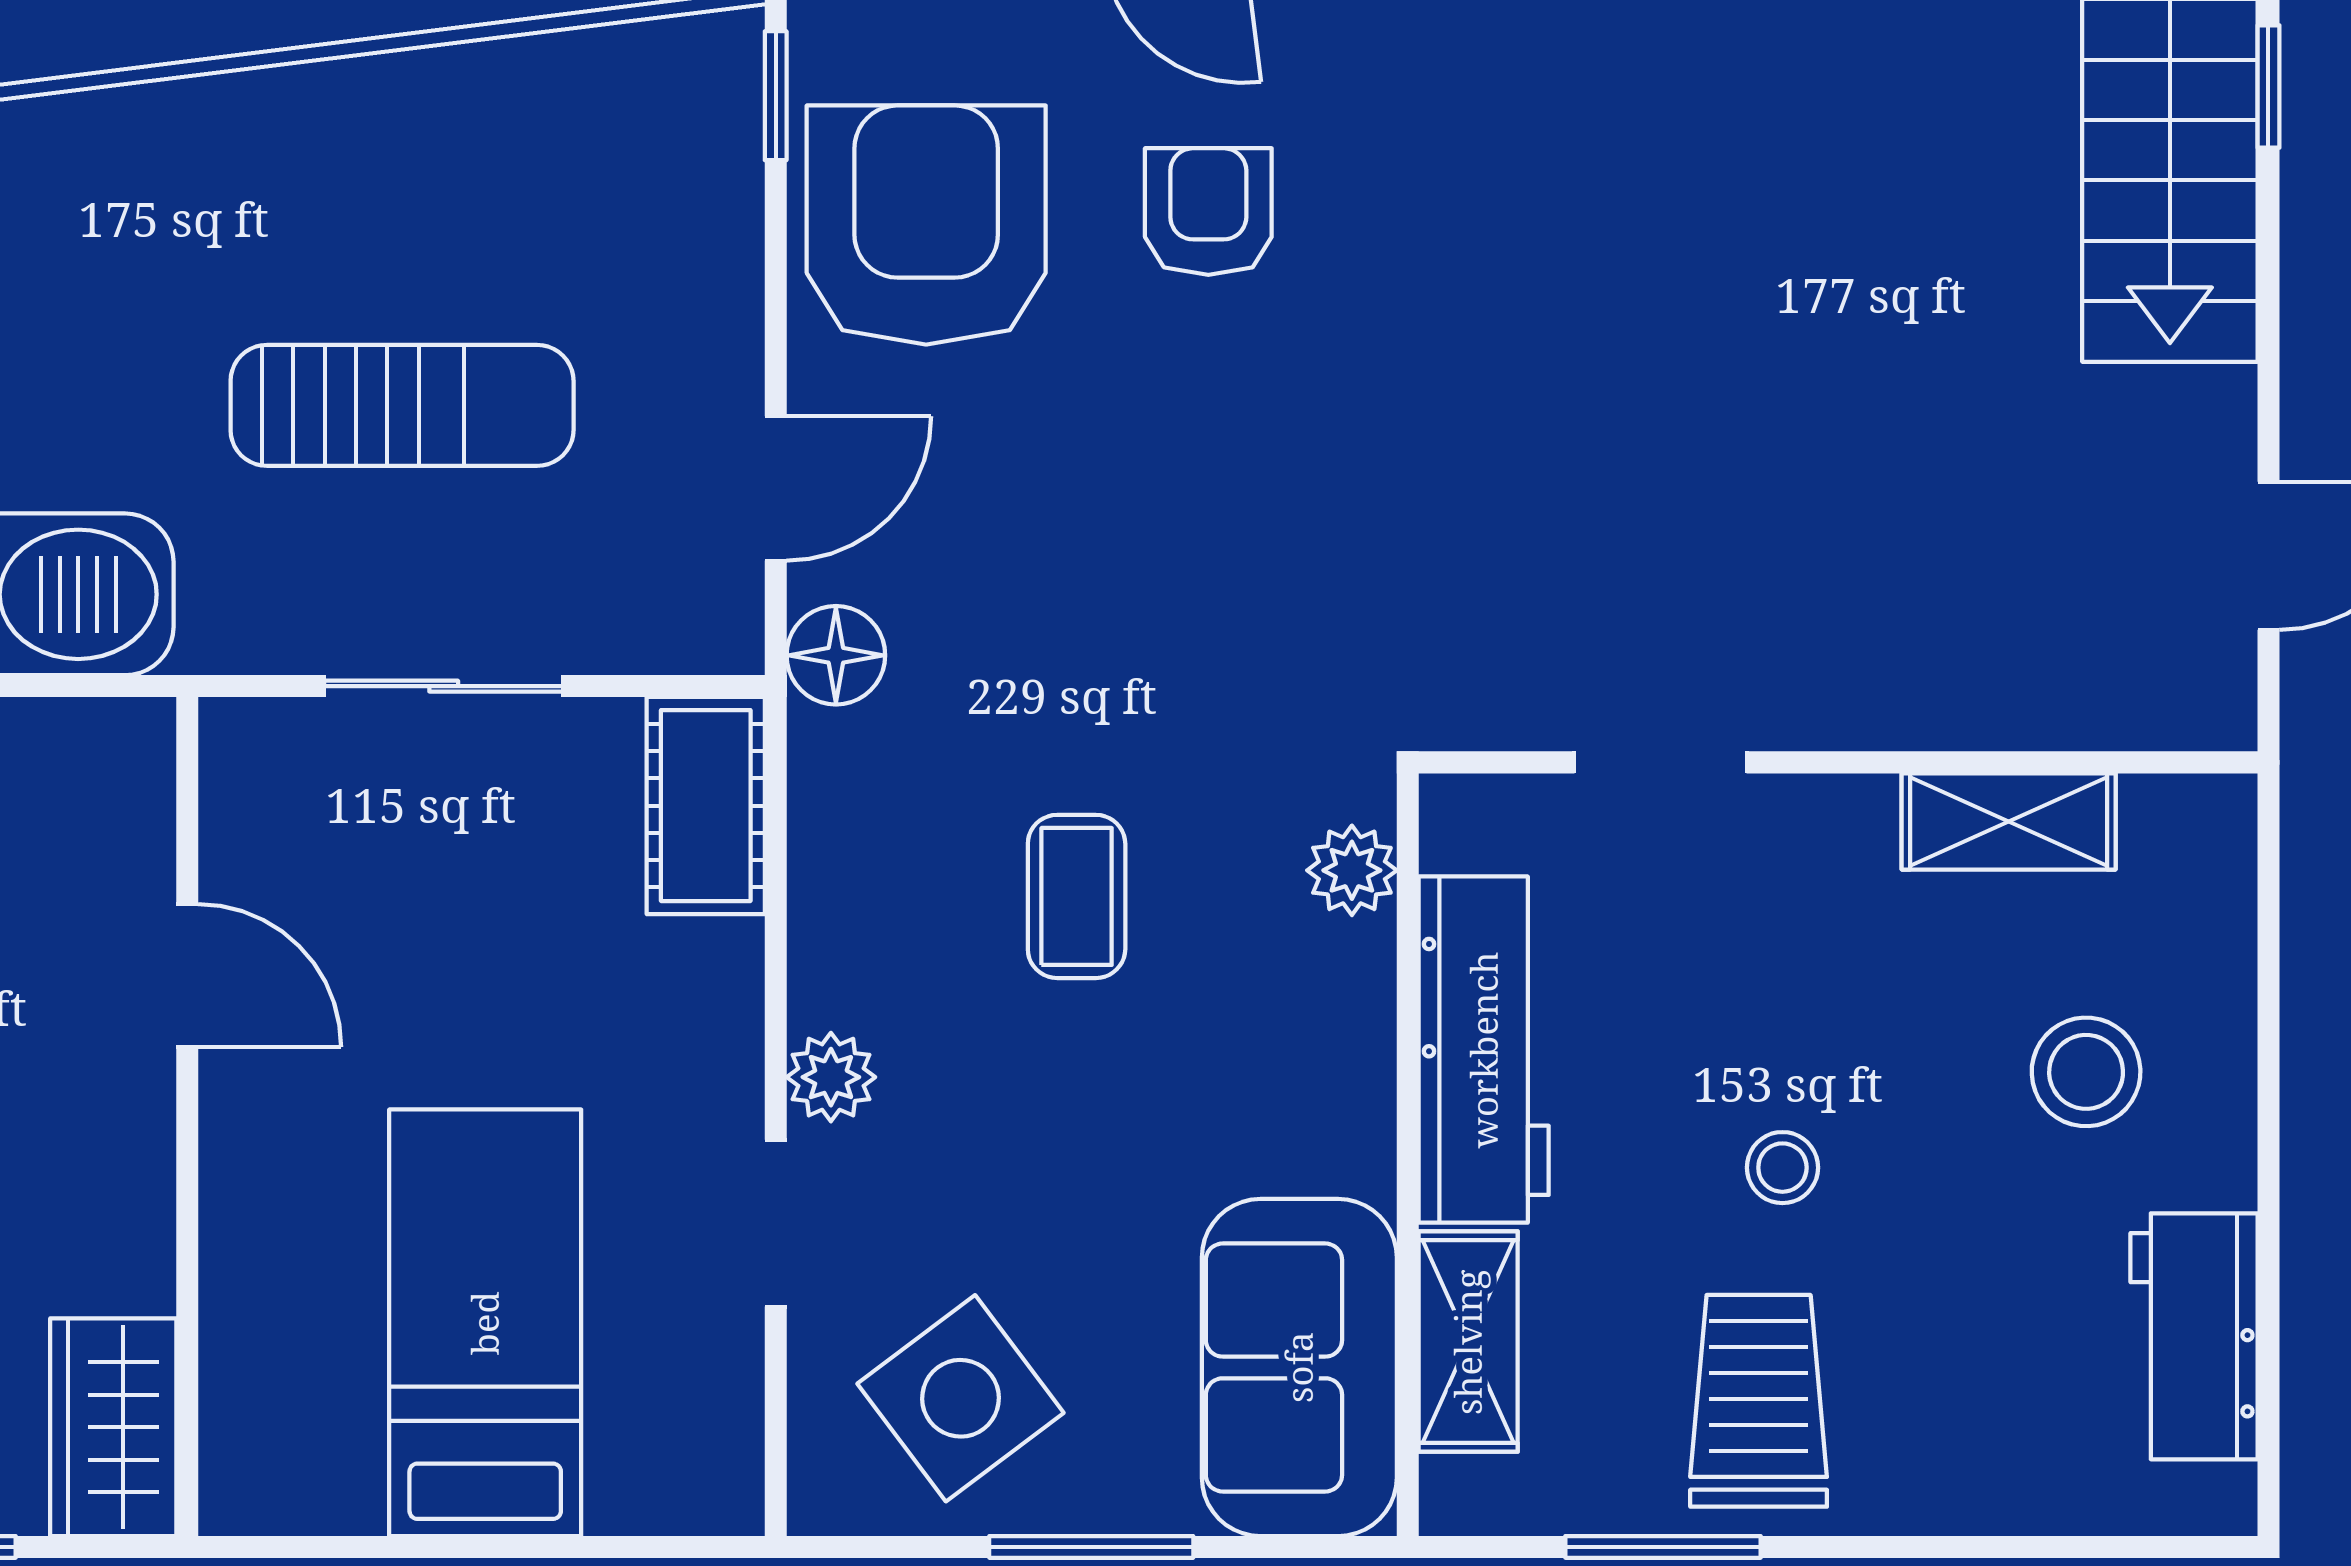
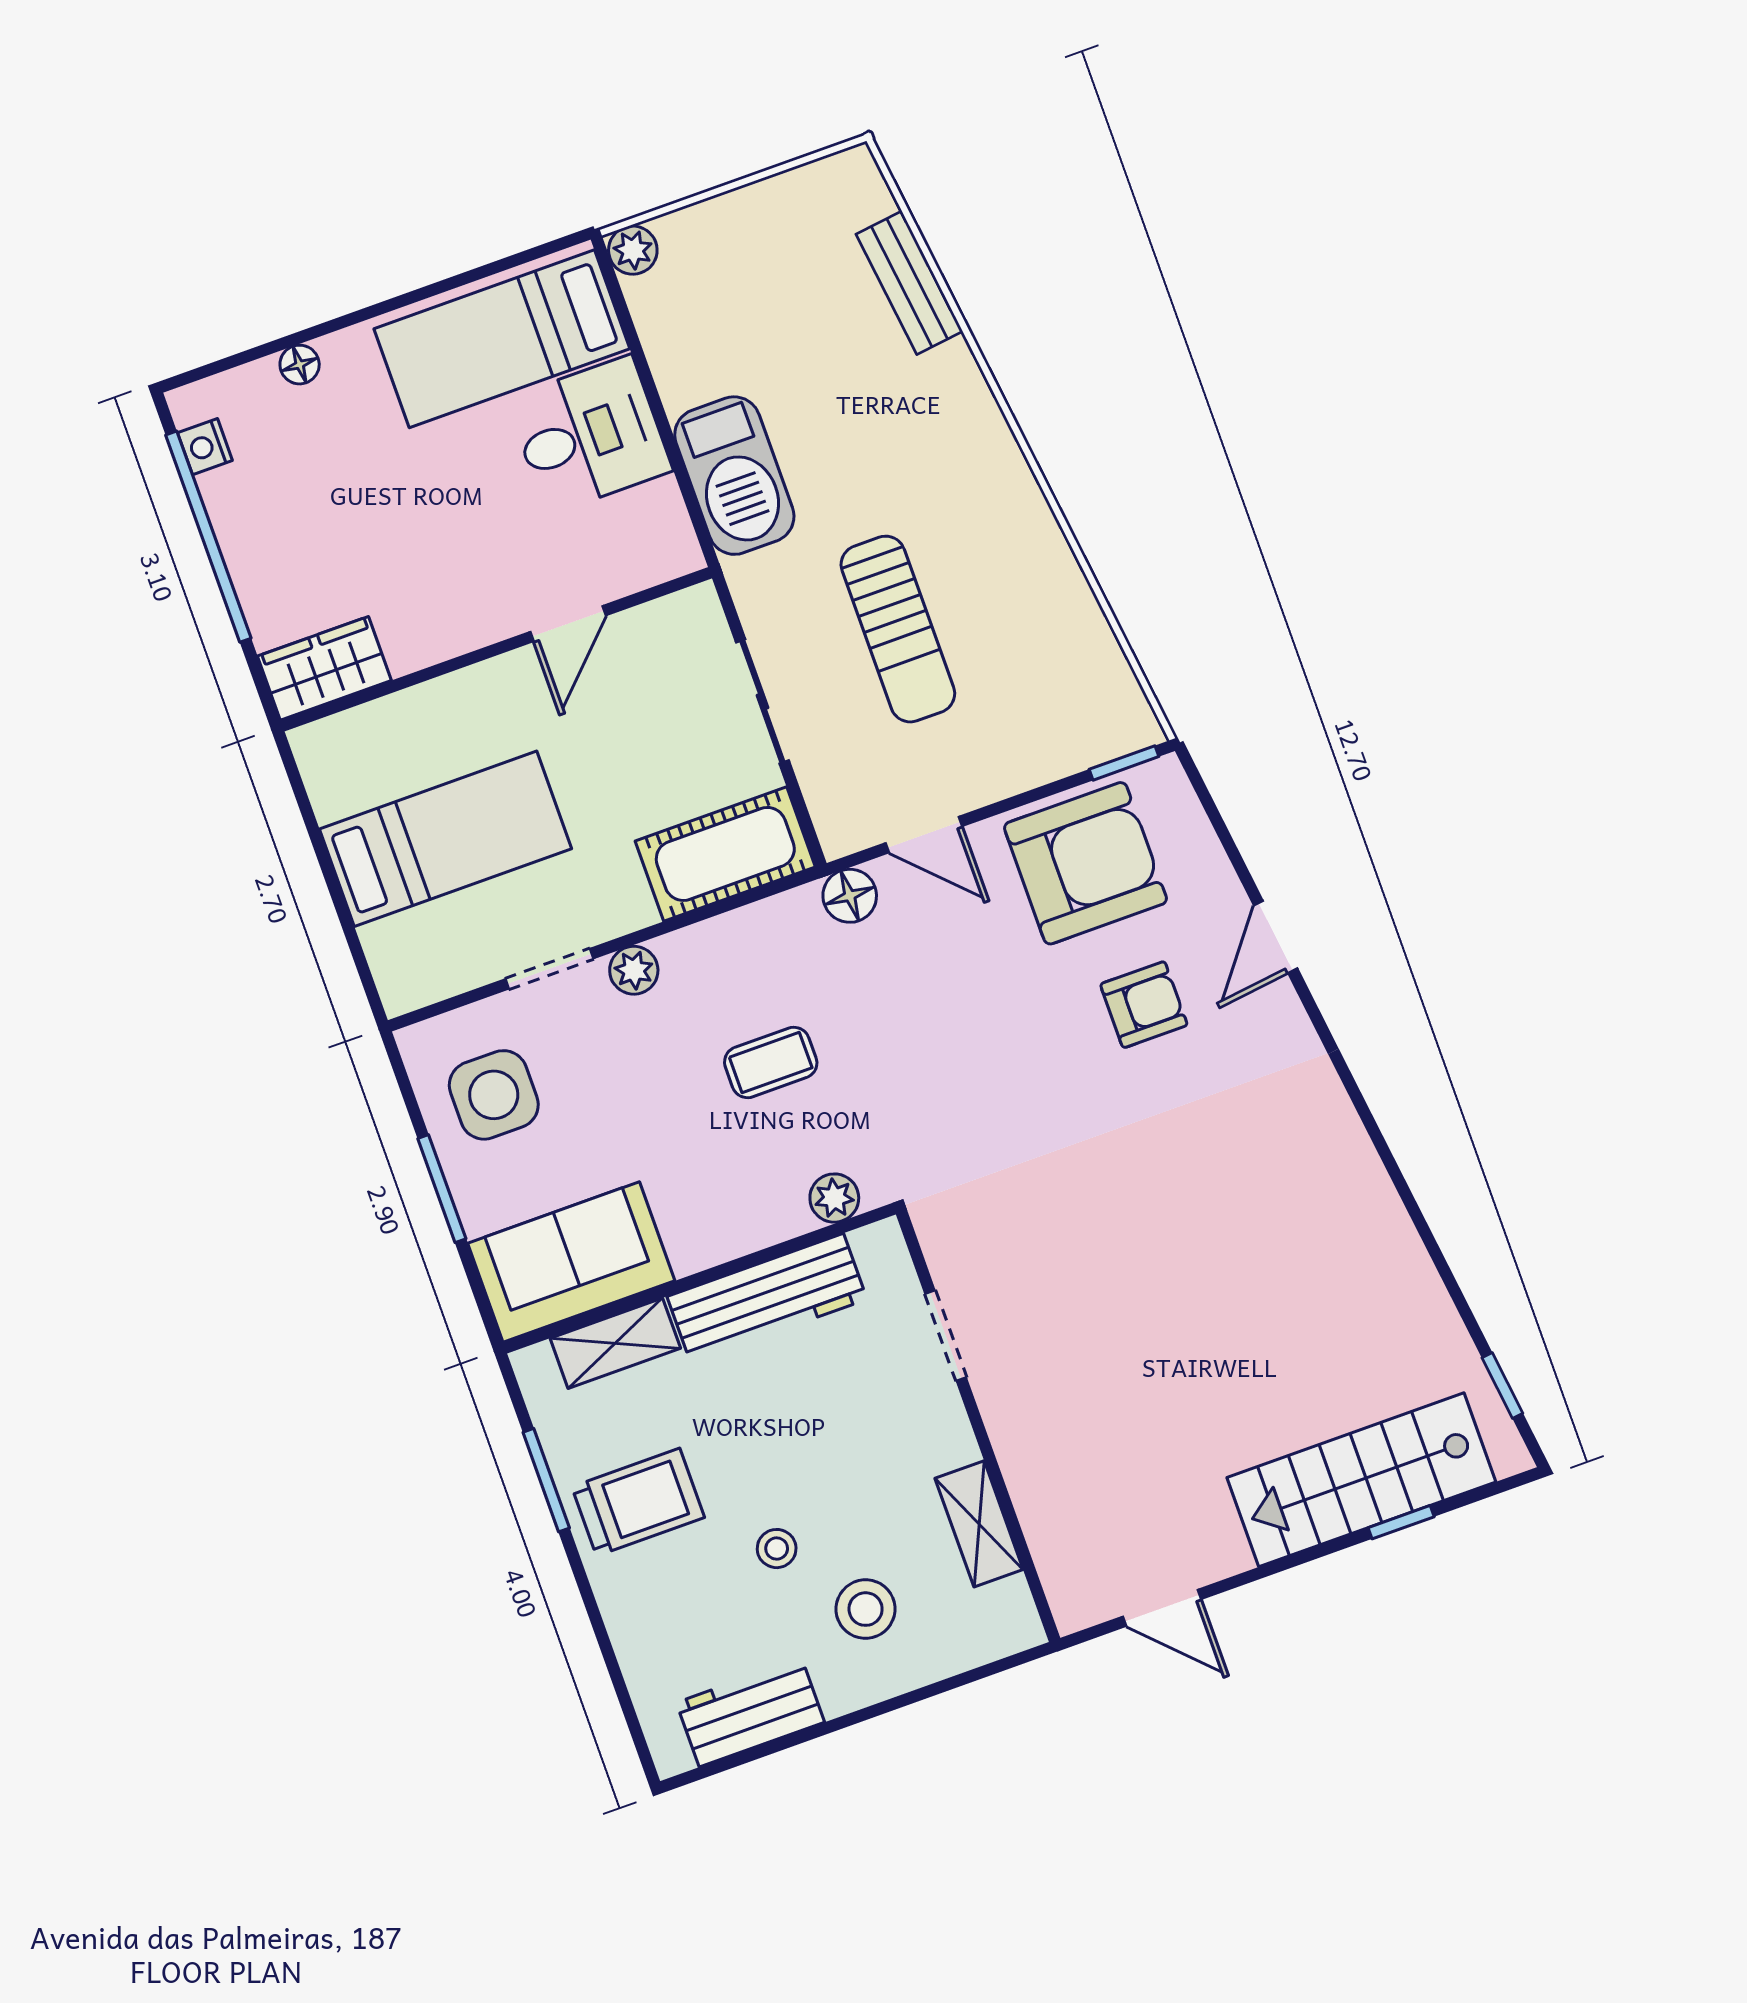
cot: (706, 806) -> (725, 854), width x1.37, depth x1.34
stool: (1782, 1168) -> (777, 1549), moved
side table: (961, 1398) -> (494, 1095), turned 37

